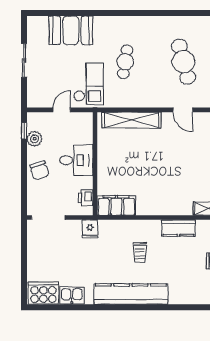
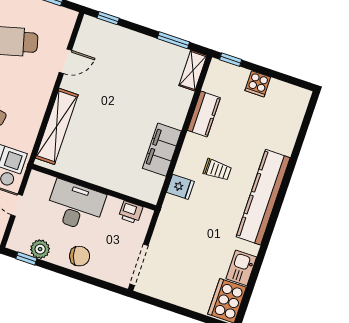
desk: (76, 160) -> (75, 206), width x1.37
filing cabinet: (116, 205) -> (162, 150), moved
fridge: (90, 229) -> (180, 187), moved

